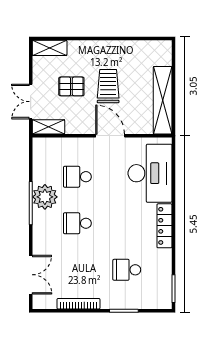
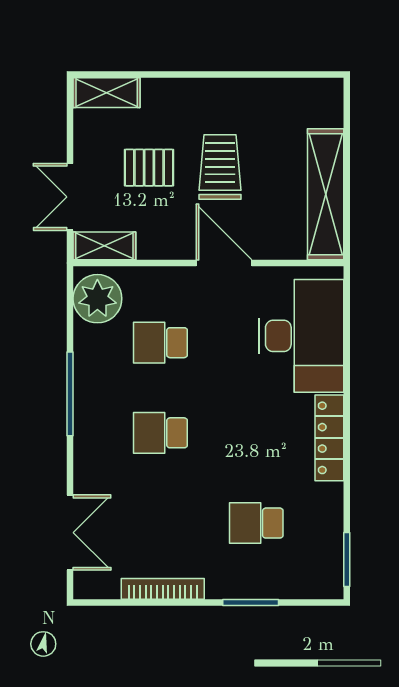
plant: (45, 197) -> (97, 299), moved

